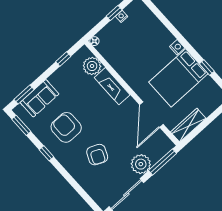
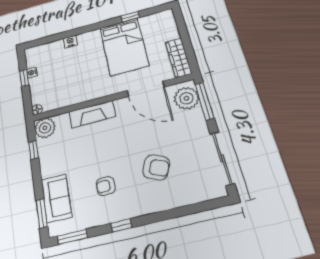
nightstand: (177, 47) -> (70, 42), moved
plant: (92, 66) -> (45, 128), moved
armchair: (66, 127) -> (106, 186), width x0.53, depth x0.53
plant: (141, 164) -> (186, 98), moved

